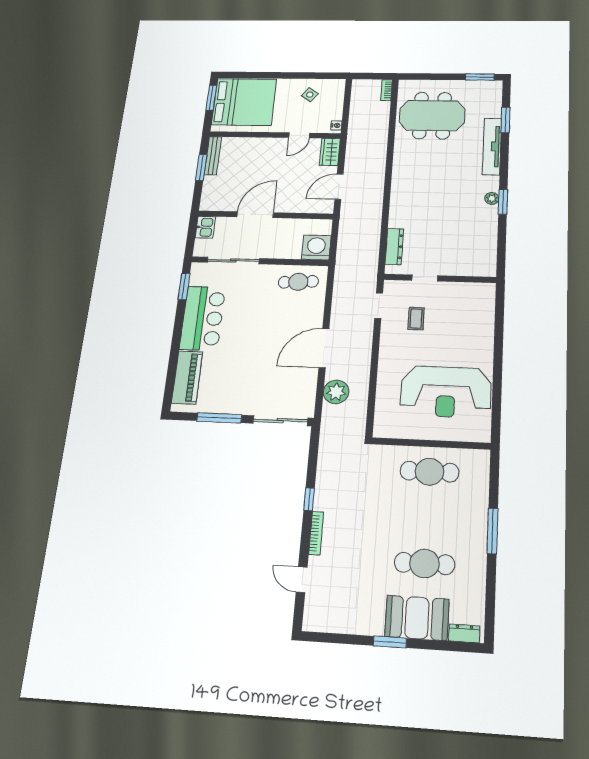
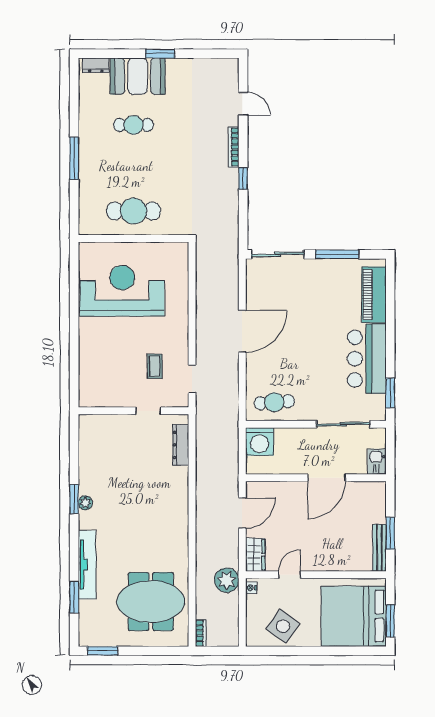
side table: (310, 95) -> (283, 626), width x1.87, depth x1.87
plant: (336, 392) -> (227, 580), moved
cafe table: (425, 564) -> (134, 125), width x0.73, depth x0.74

